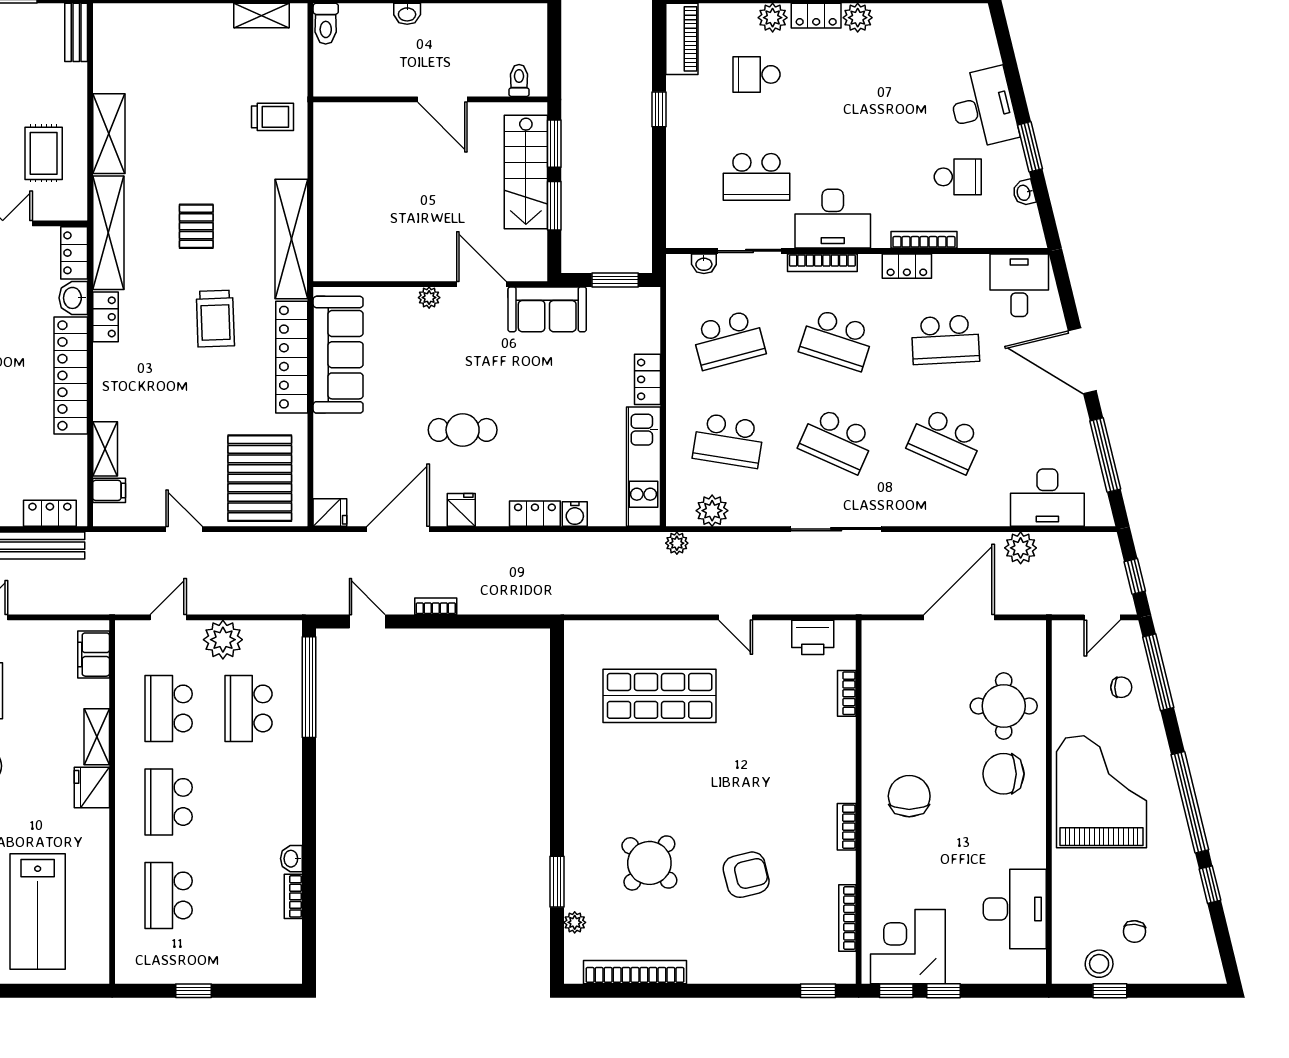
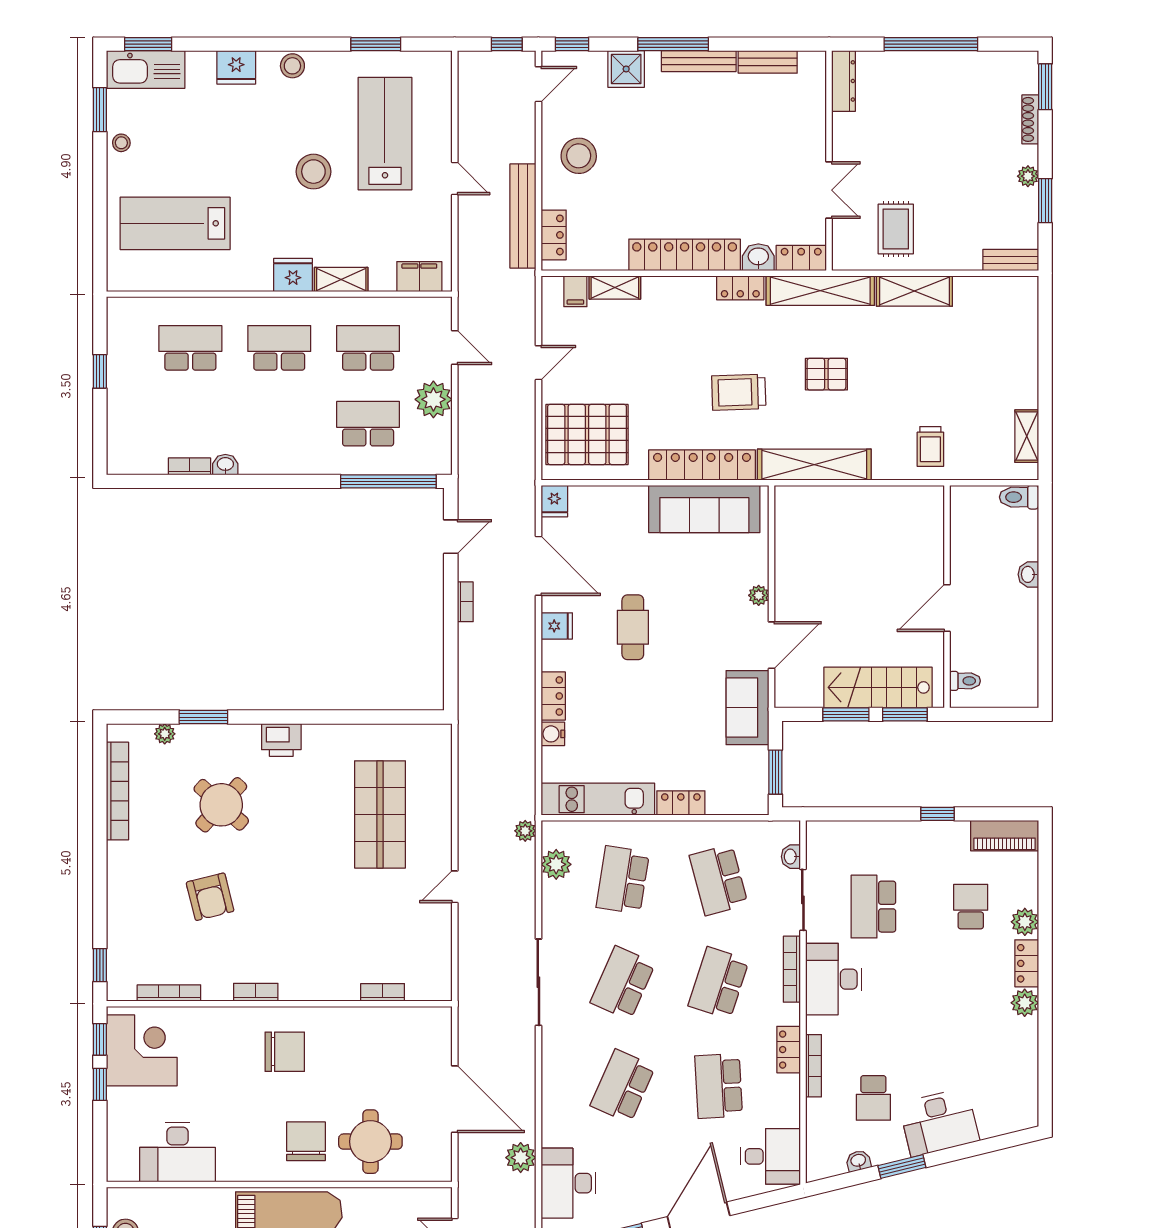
rug: (44, 153) -> (896, 229), turned 90
printer: (813, 637) -> (281, 740), moved, turned -90

